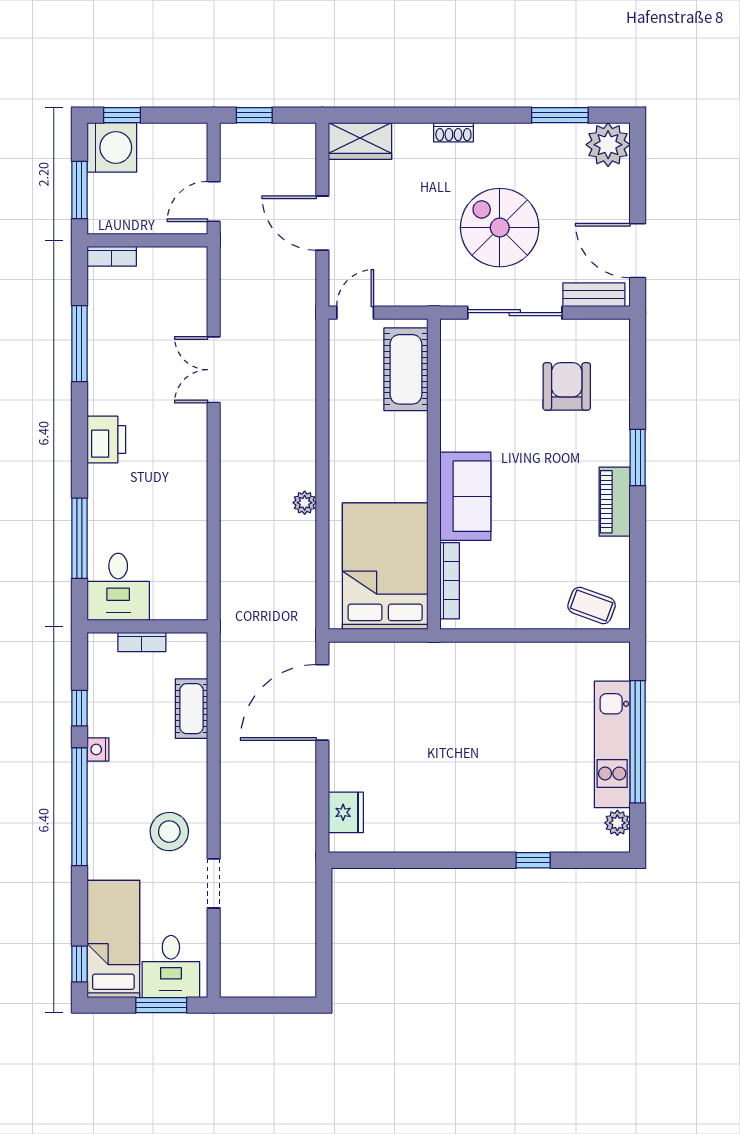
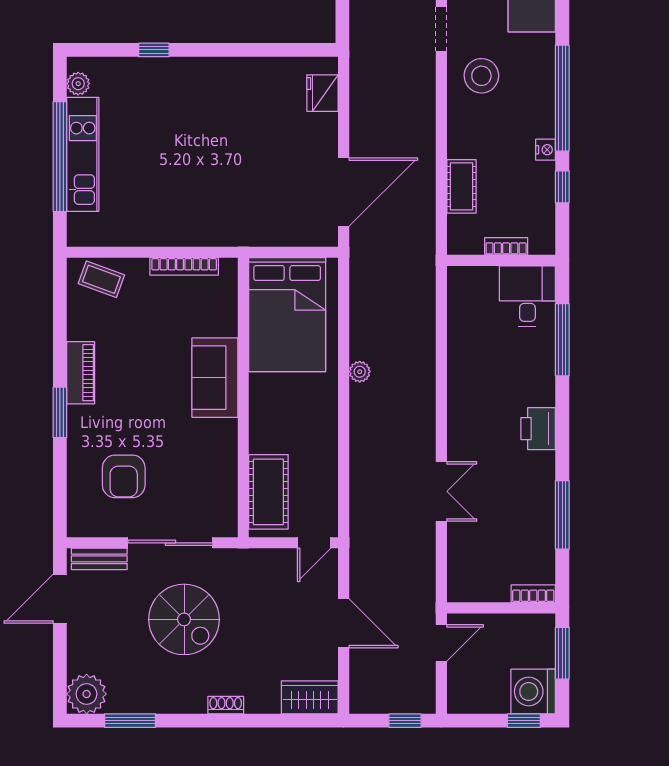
door: (638, 251) -> (60, 599), swing flipped
bookcase: (450, 581) -> (184, 266), moved, turned -90

